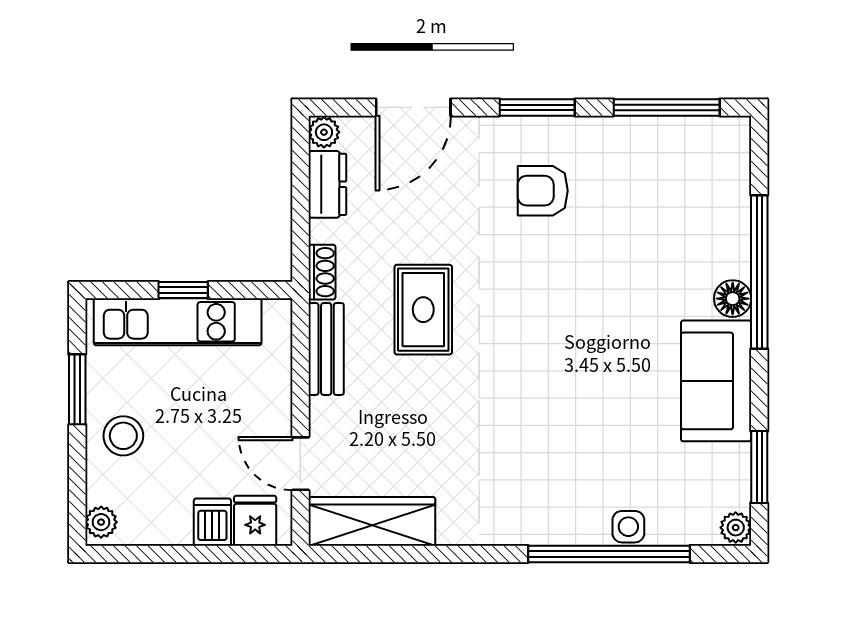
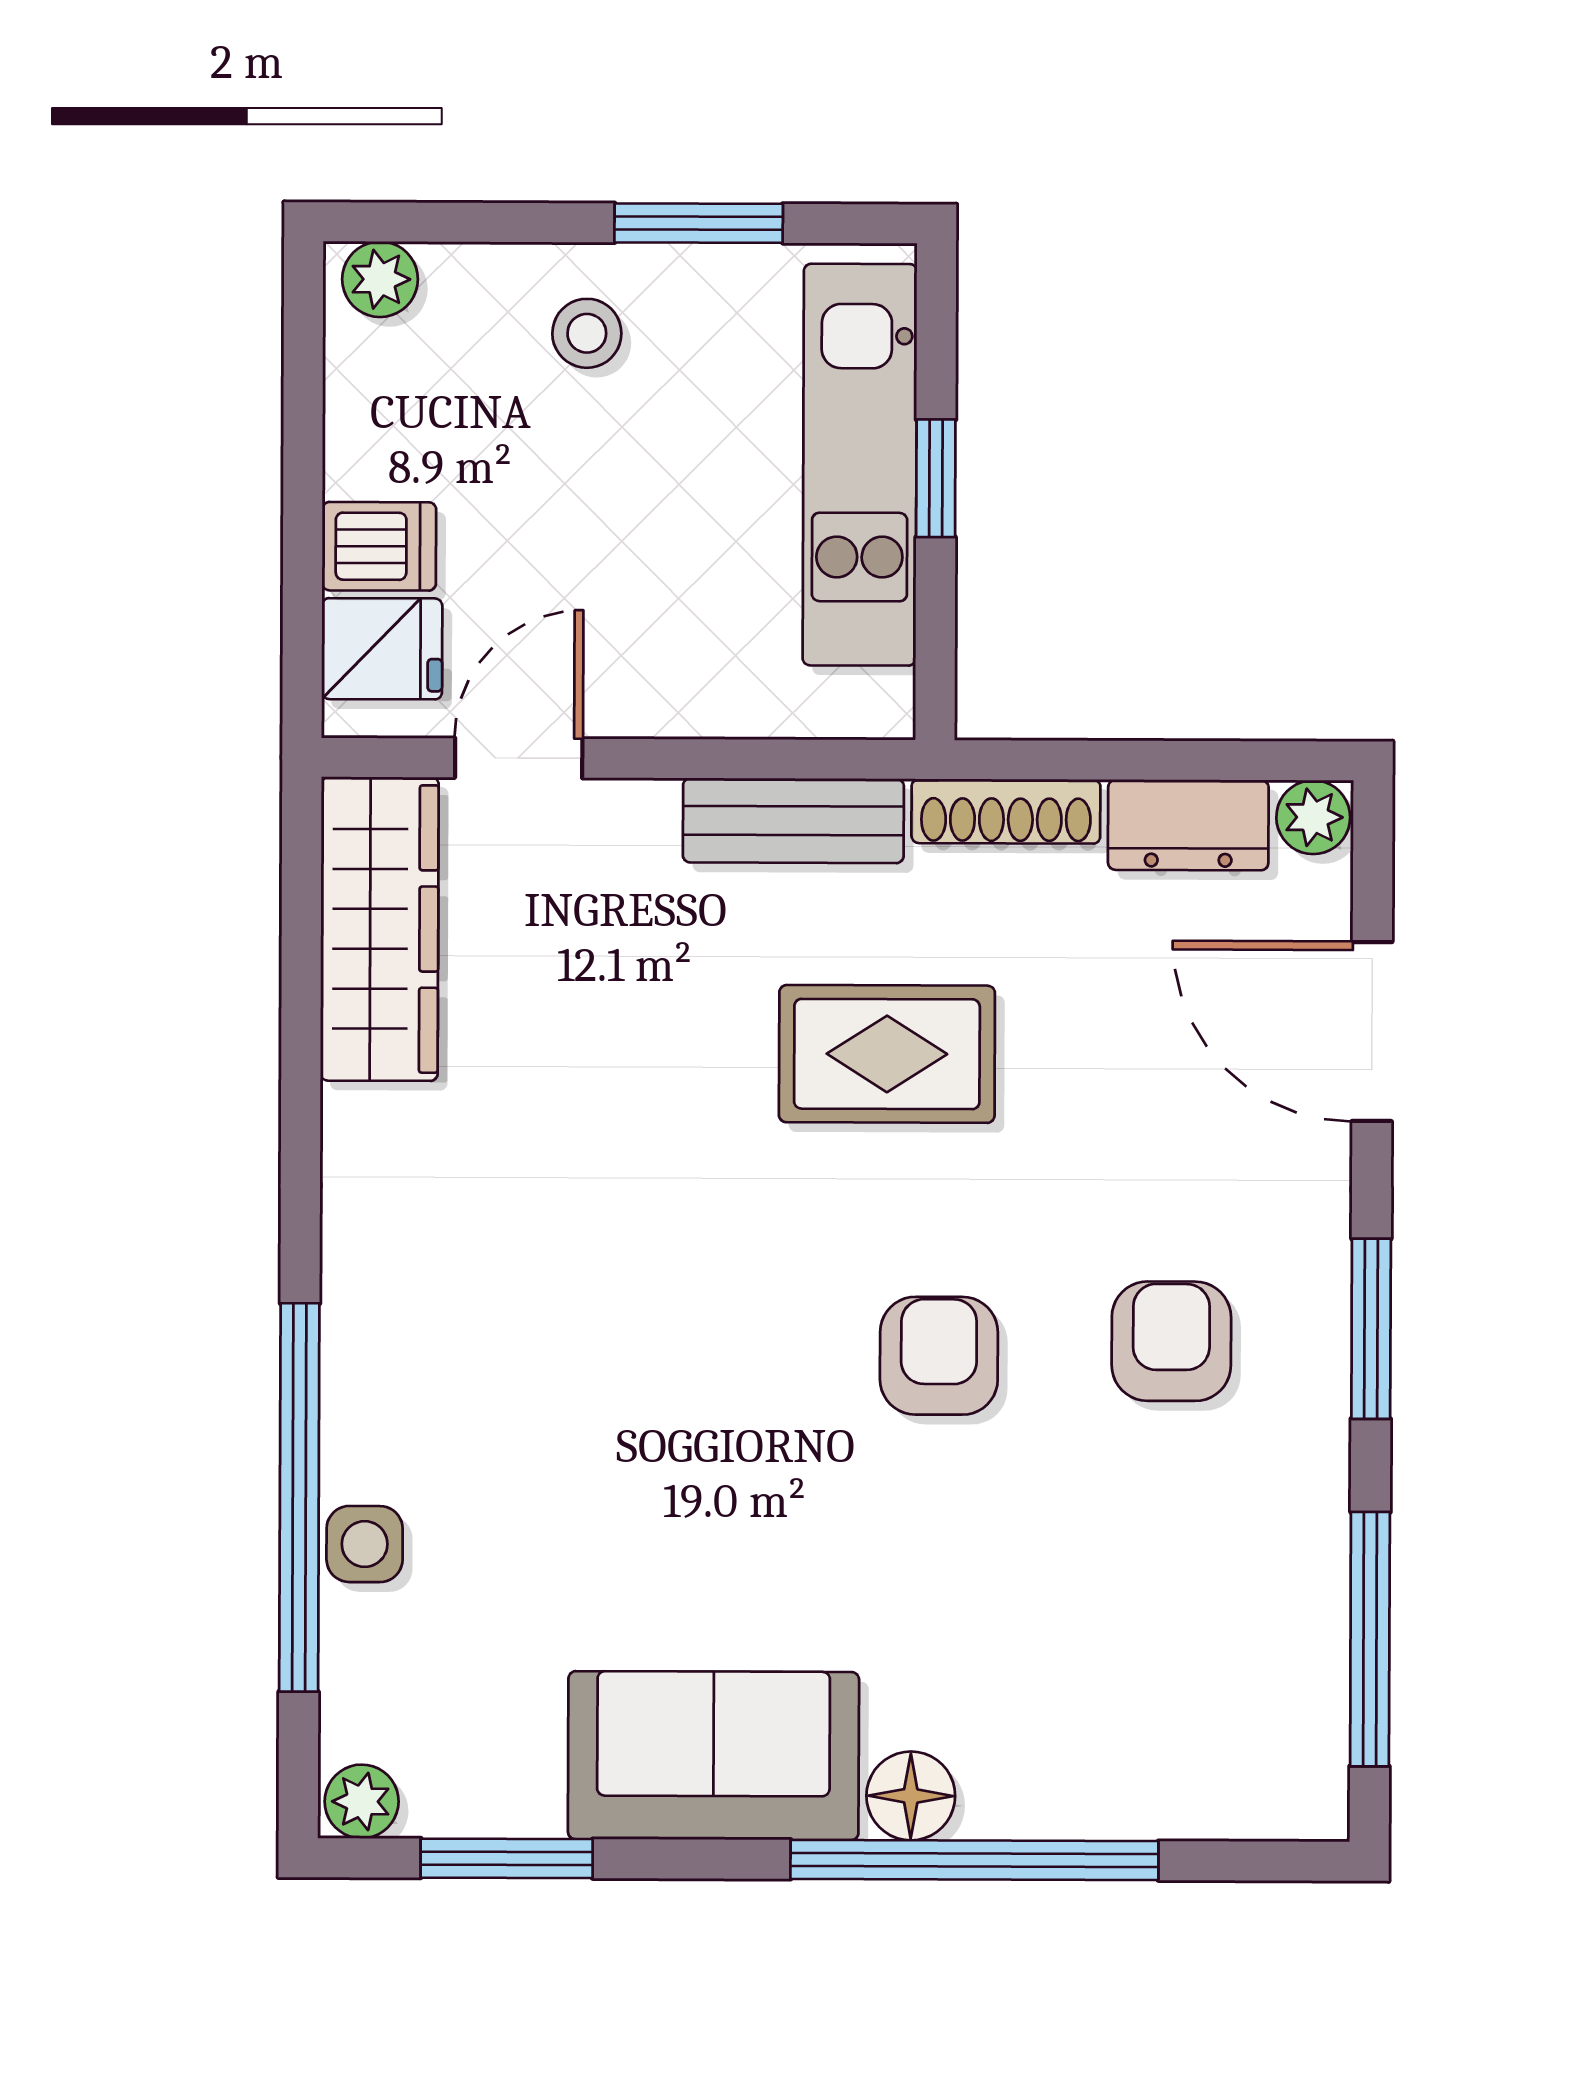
shoe rack: (322, 272) -> (1006, 811), width x1.43
armchair: (549, 288) -> (939, 1356), added
stool: (123, 436) -> (587, 333), width x0.73, depth x0.73

